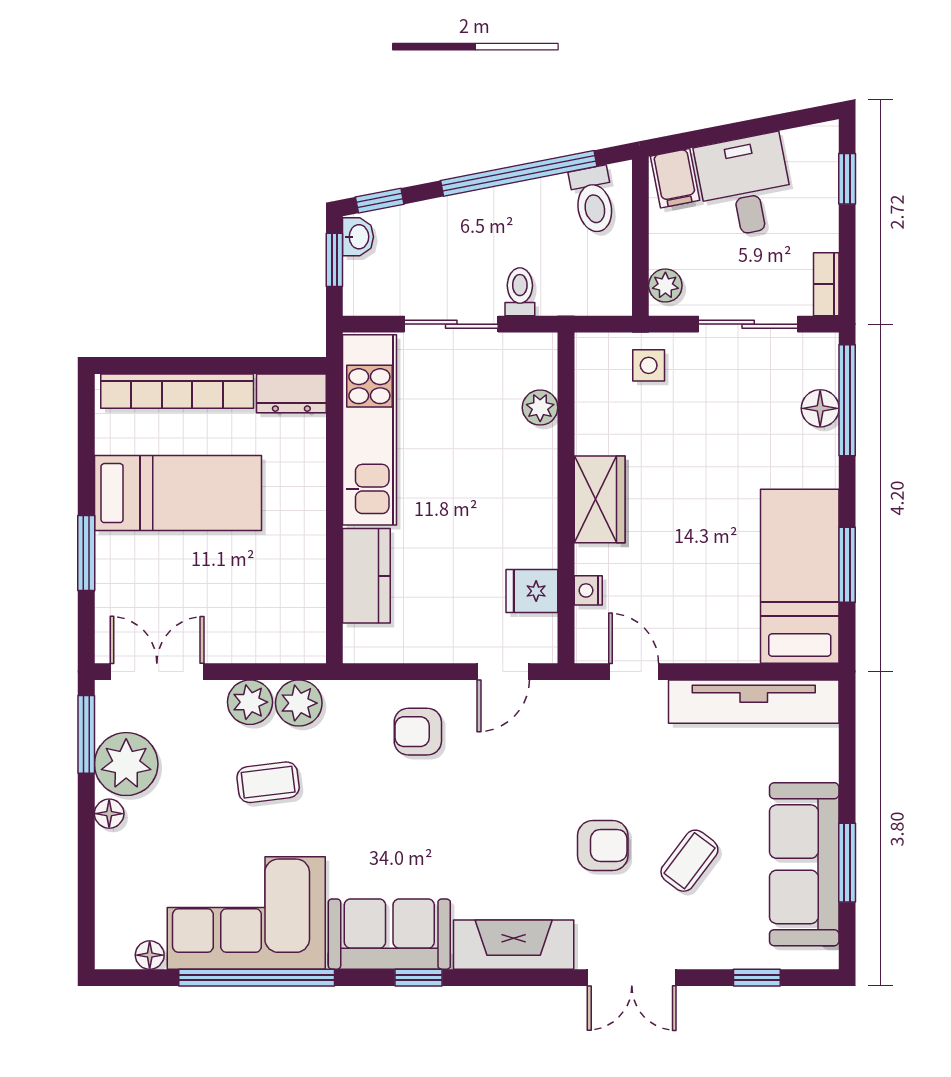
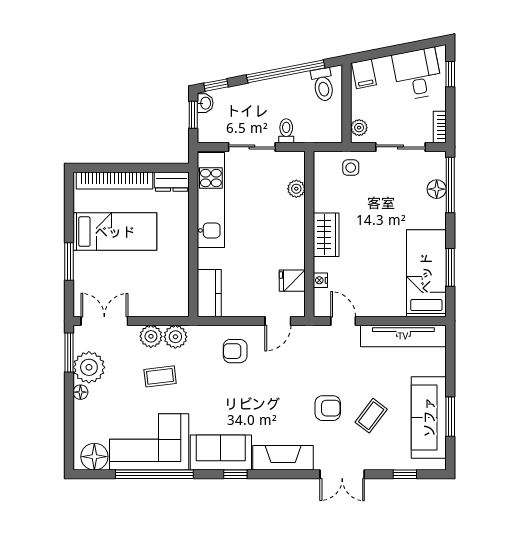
desk: (745, 186) -> (417, 74), moved
kitchen counter: (366, 576) -> (209, 293), moved
floor lamp: (150, 955) -> (94, 457), width x1.89, depth x1.89

